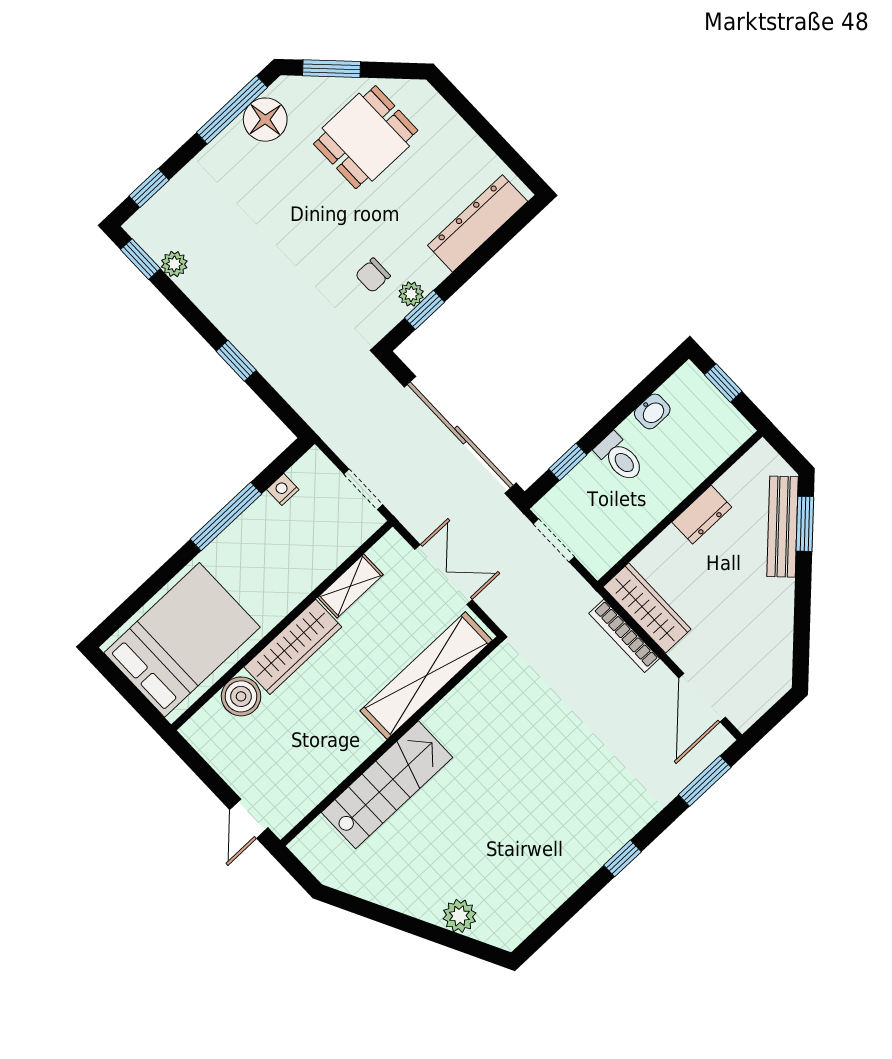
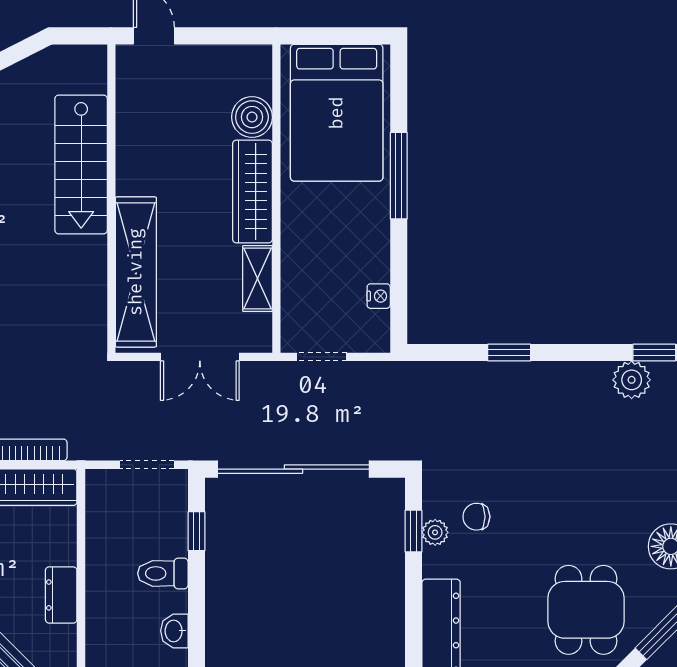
plant: (174, 264) -> (632, 380), width x1.38, depth x1.38
chair: (373, 275) -> (476, 517), turned -90
window: (226, 517) -> (399, 176), moved

